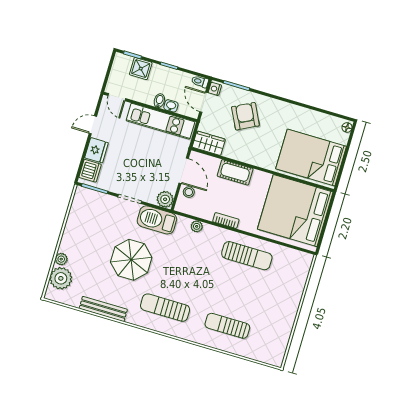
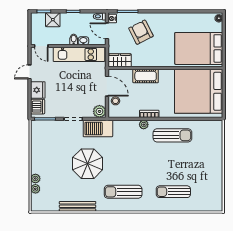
plant: (197, 226) -> (144, 125), moved
plant: (61, 278) -> (35, 189), width x0.53, depth x0.53

